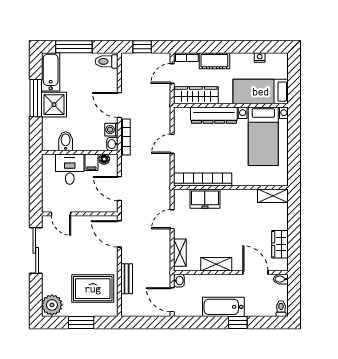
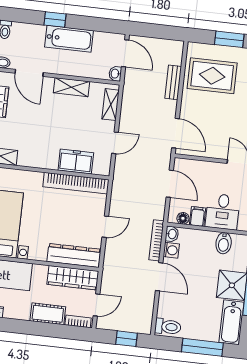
dresser: (214, 115) -> (74, 255), moved

